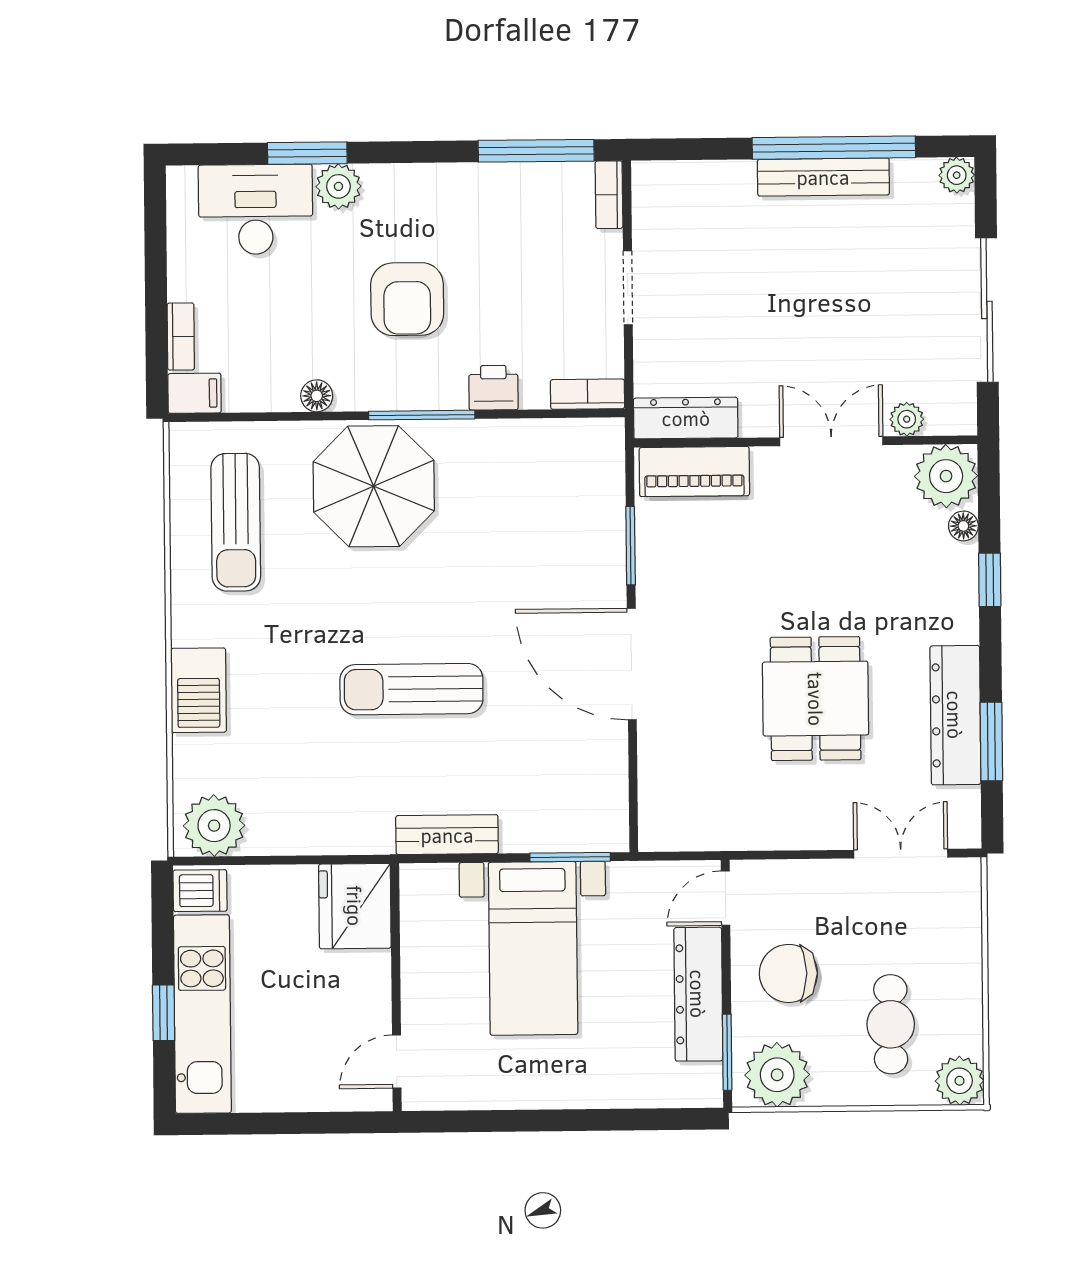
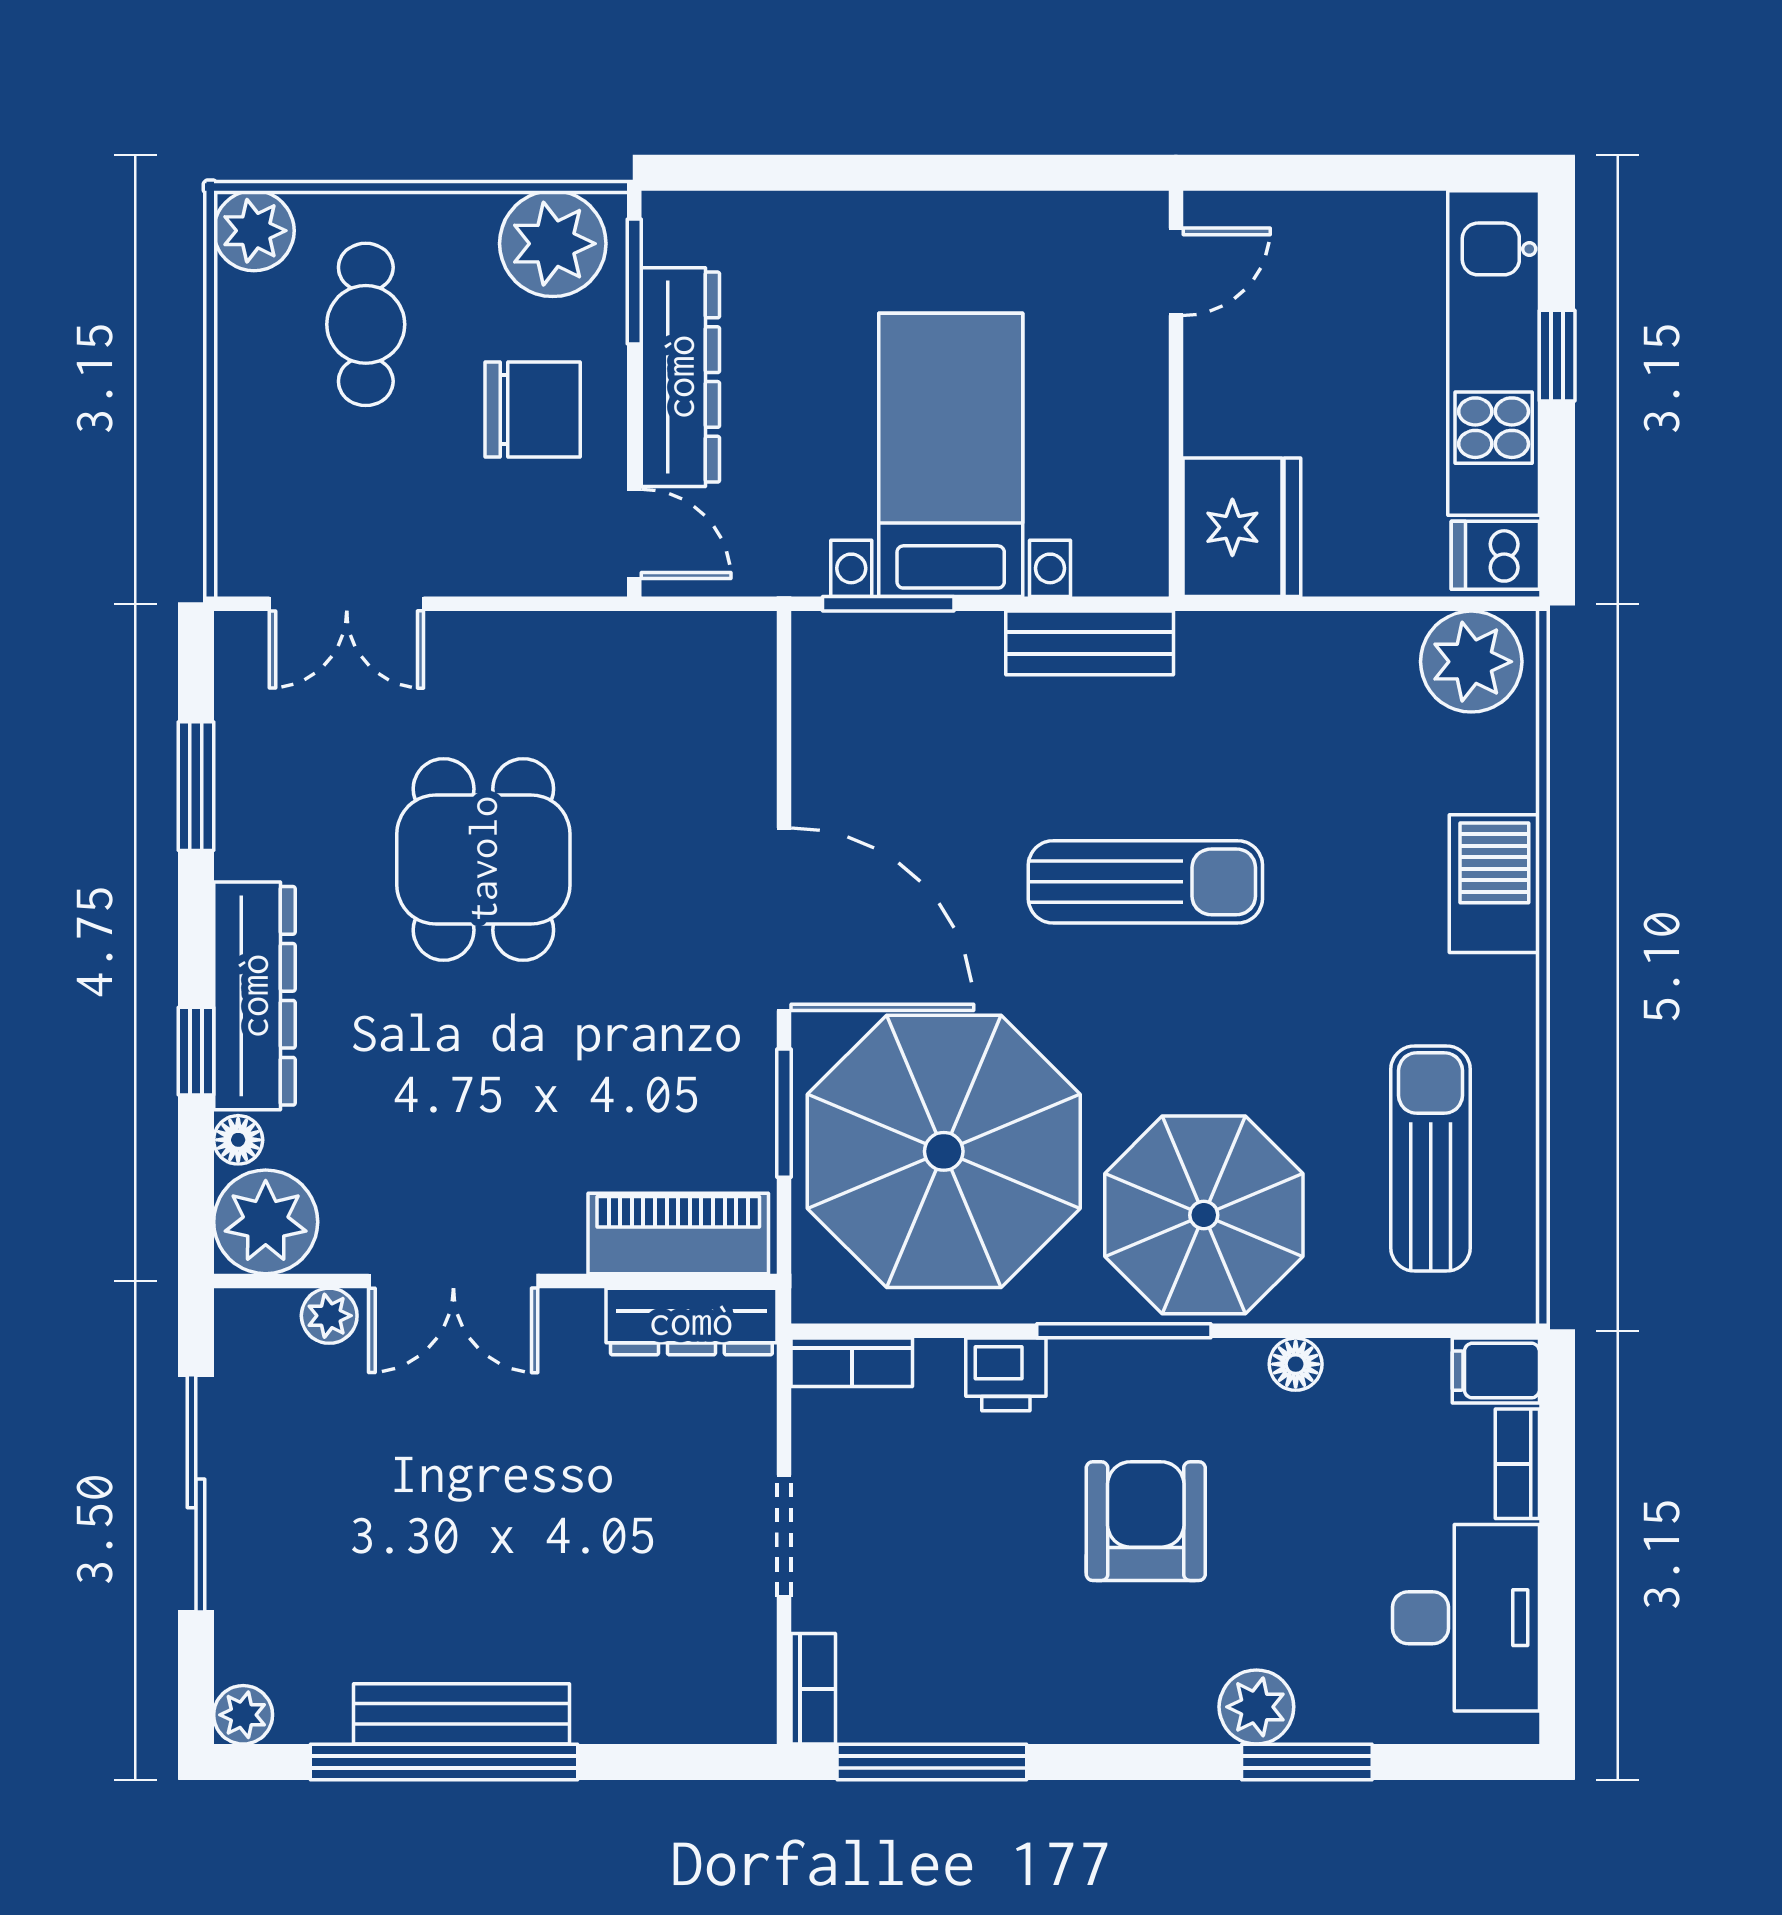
desk: (256, 209) -> (1466, 1618), moved, turned -90
parasol: (533, 523) -> (944, 1151), added
dresser: (955, 715) -> (254, 996), moved
door: (726, 898) -> (634, 534), hinge flipped

